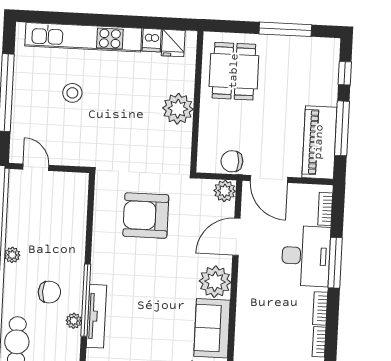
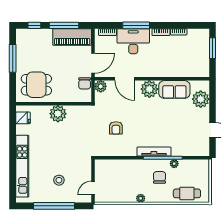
dishwasher: (152, 40) -> (22, 130), removed
stool: (72, 93) -> (59, 180), moved
armchair: (146, 216) -> (116, 128), width x0.53, depth x0.53
tv unit: (96, 316) -> (154, 152), moved

